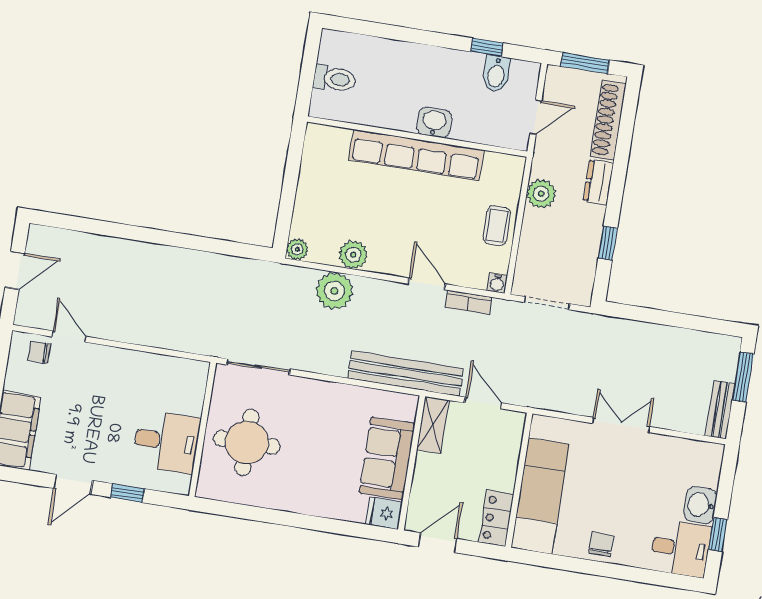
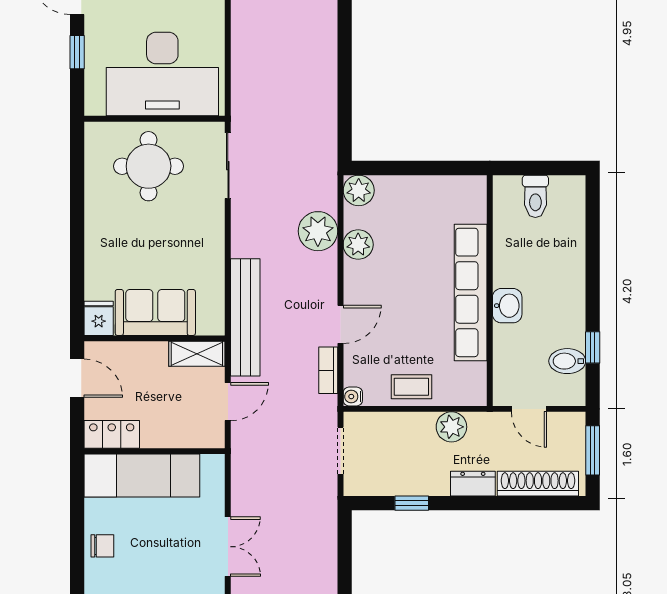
plant: (297, 249) -> (359, 190), width x1.38, depth x1.38
desk: (166, 442) -> (162, 74), width x1.87, depth x1.30

